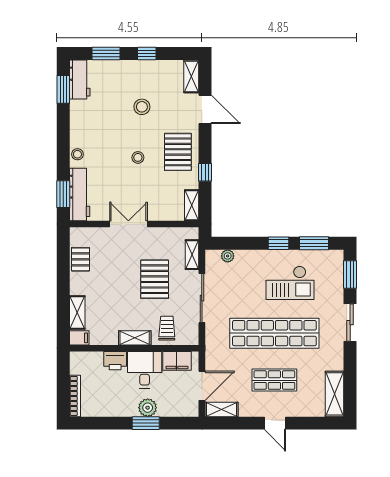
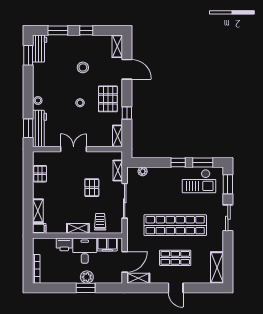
pallet: (155, 279) -> (92, 188), width x0.67, depth x0.71
checkout: (290, 283) -> (199, 181), moved

